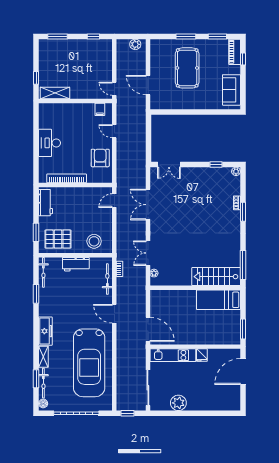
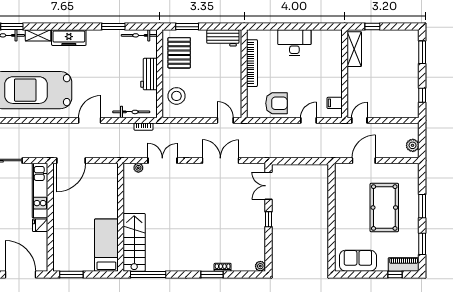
pool table: (187, 68) -> (384, 208), turned 90
window: (216, 164) -> (269, 219), moved

